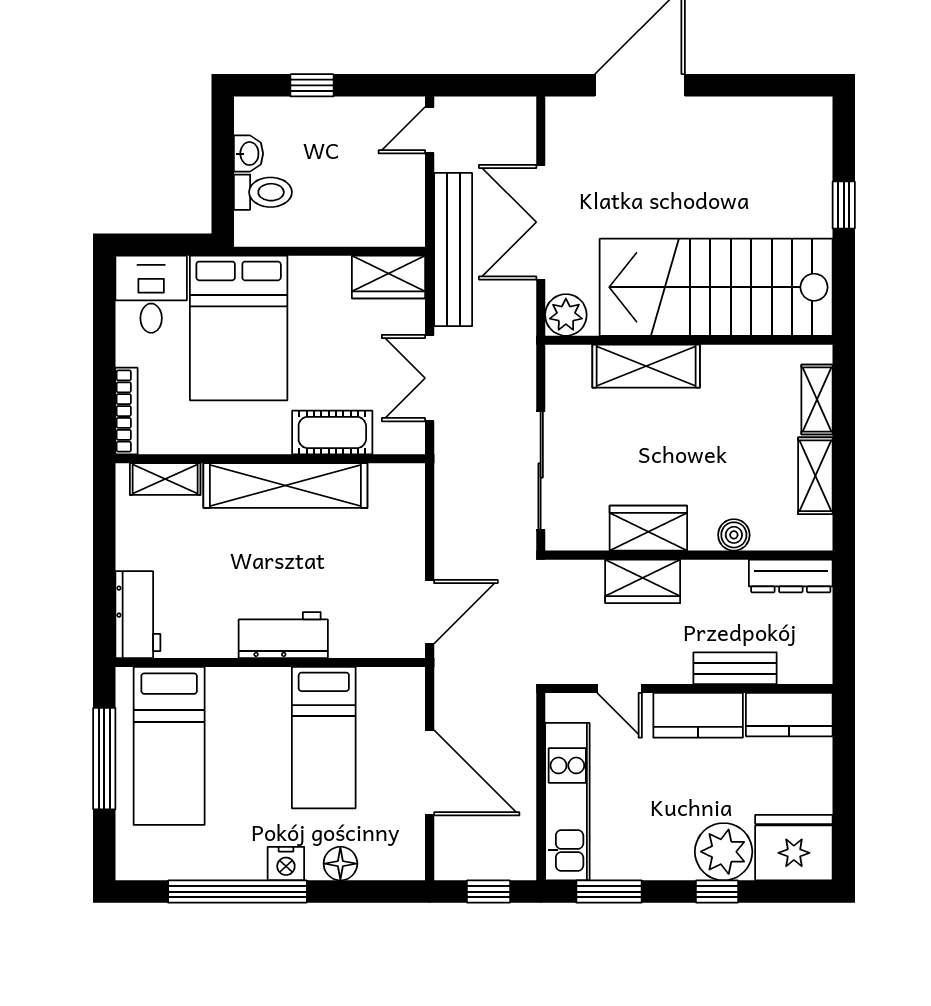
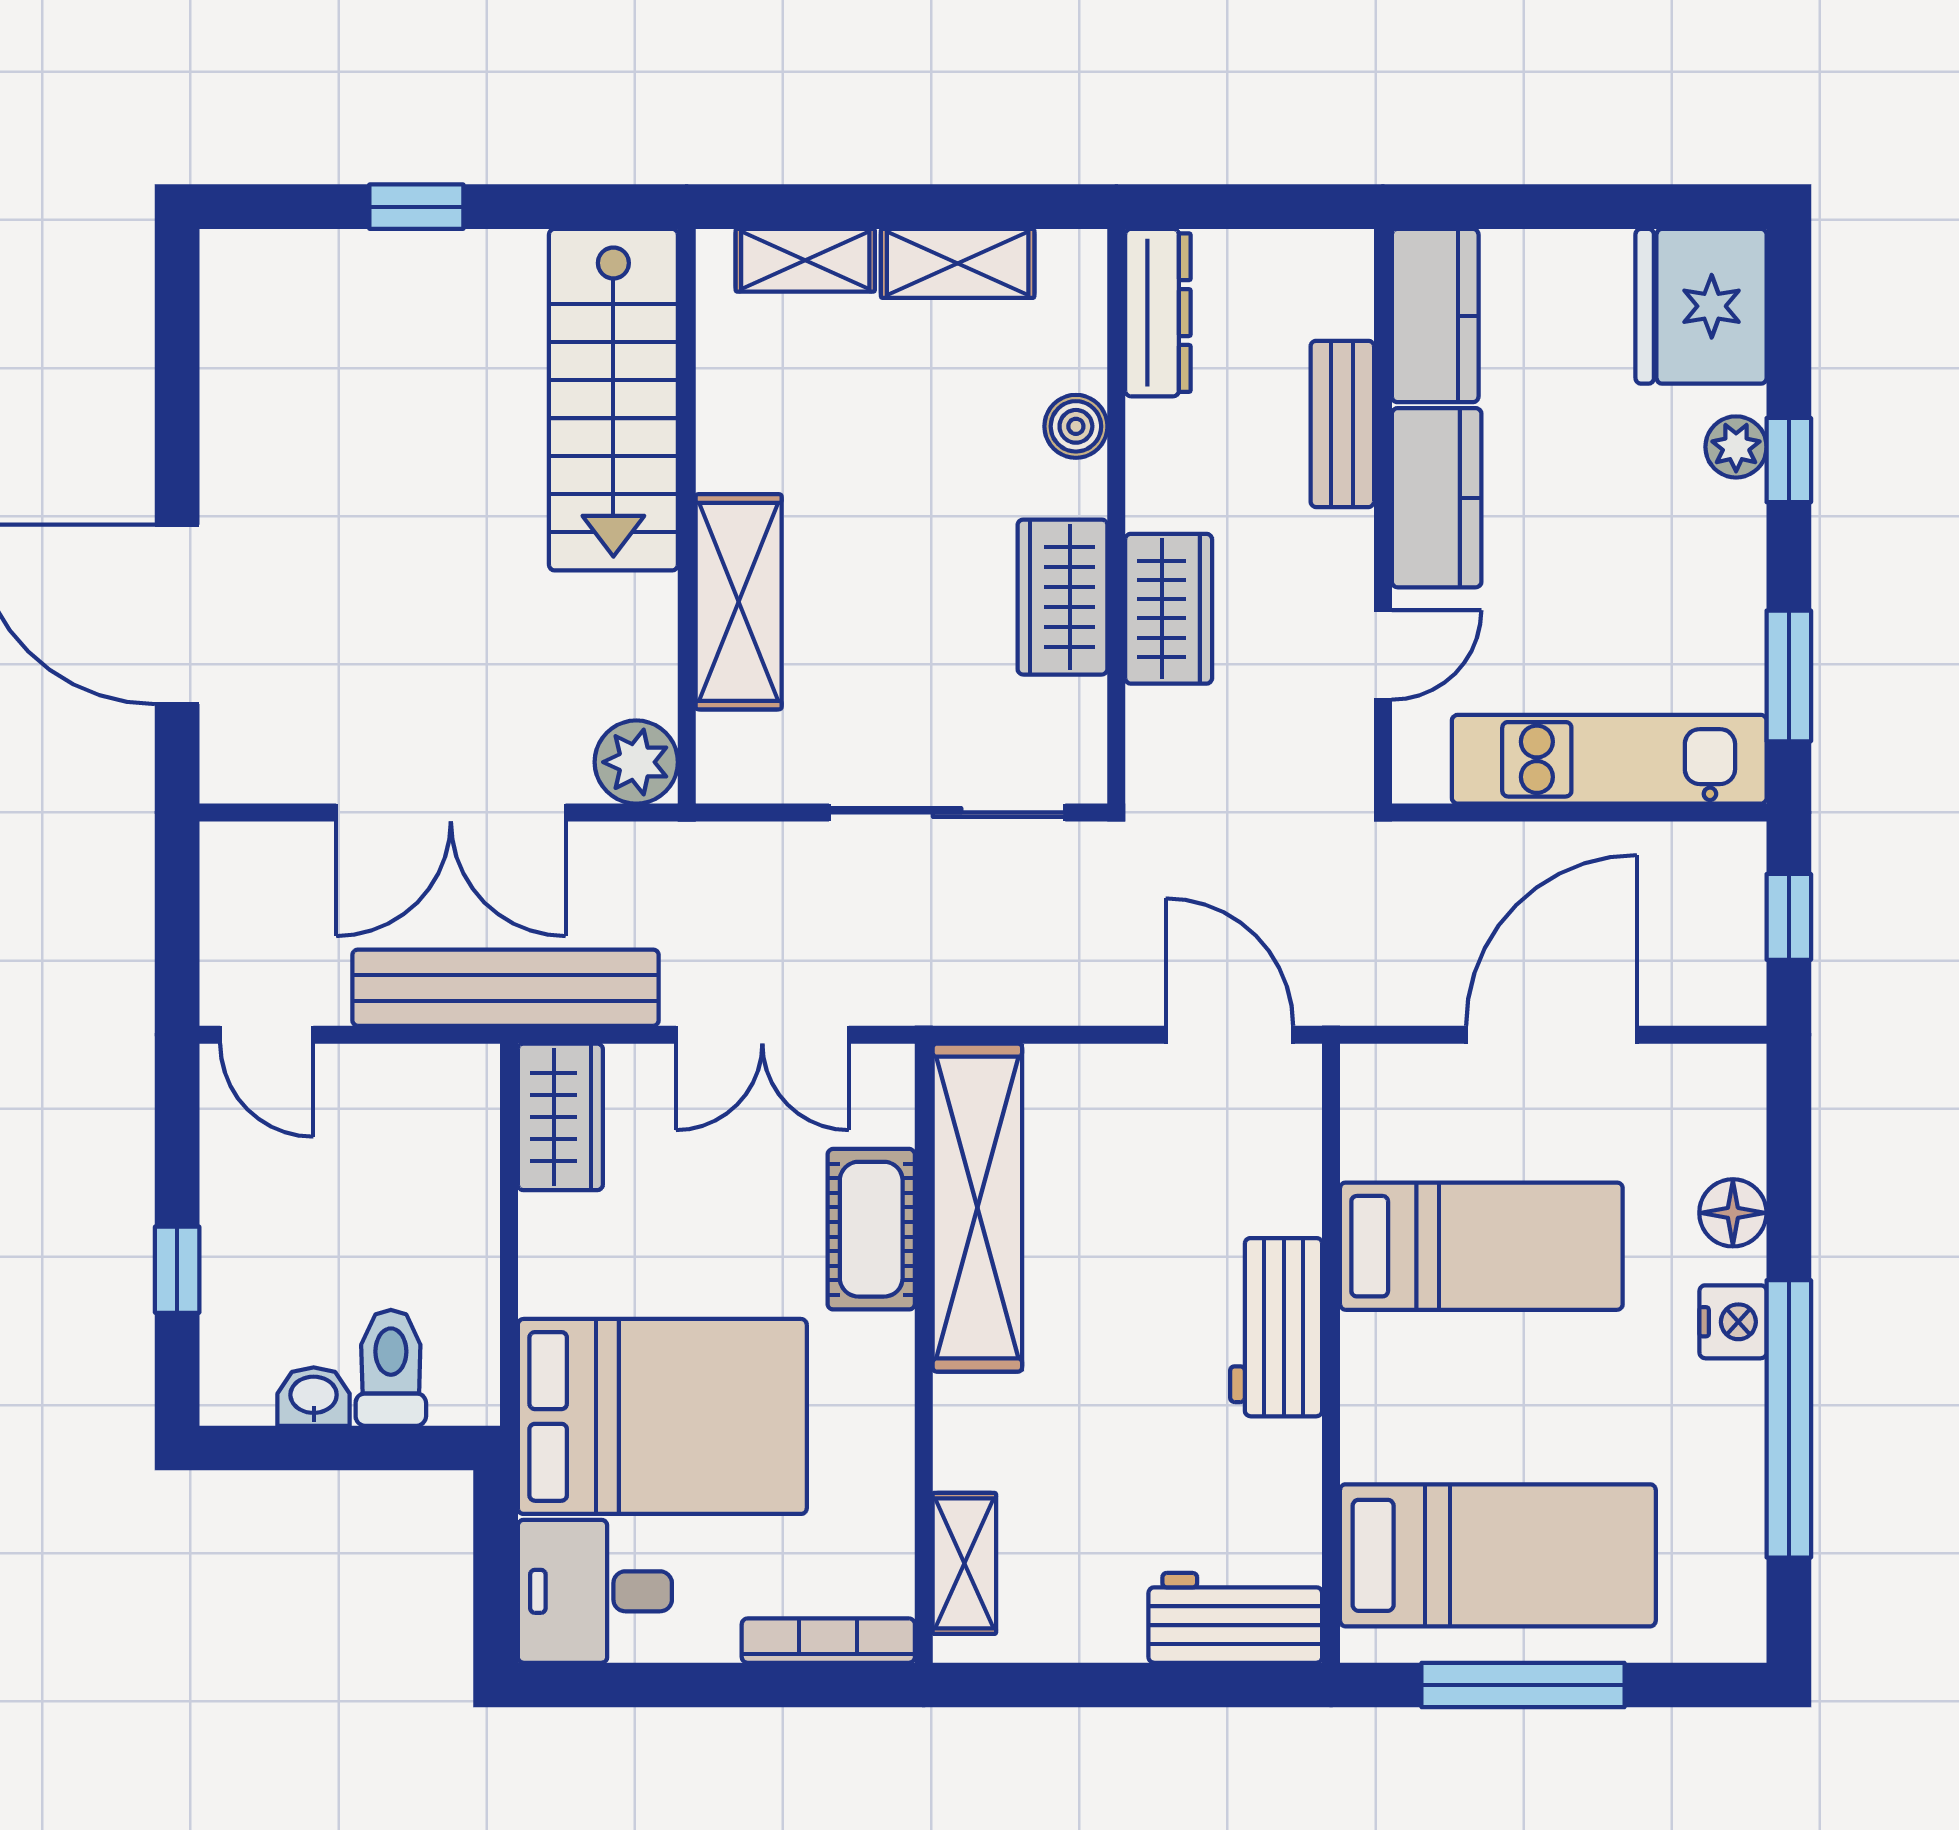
stairs: (716, 287) -> (613, 400), width x0.73, depth x0.66
shelving: (285, 486) -> (977, 1208), moved
plant: (724, 852) -> (1736, 447), width x0.53, depth x0.53

